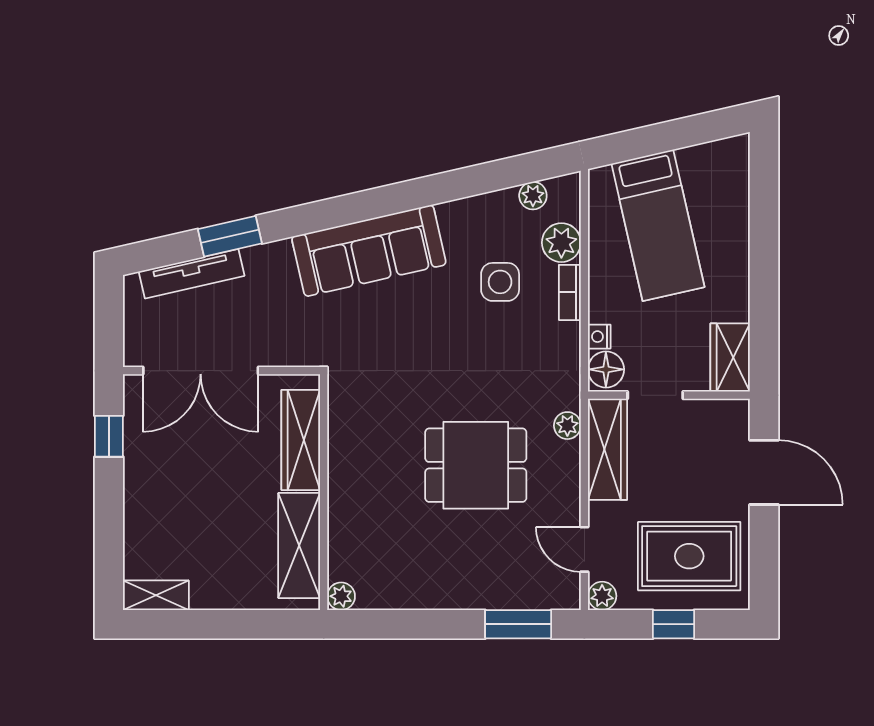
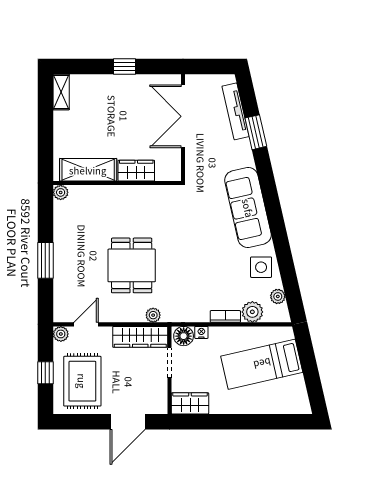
side table: (500, 282) -> (261, 267), moved
window: (109, 436) -> (125, 67), moved
wardrobe: (301, 440) -> (136, 171), width x0.67
window: (518, 624) -> (45, 260), moved

